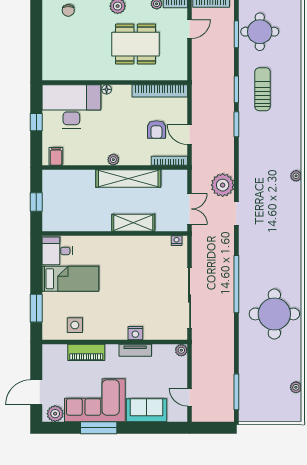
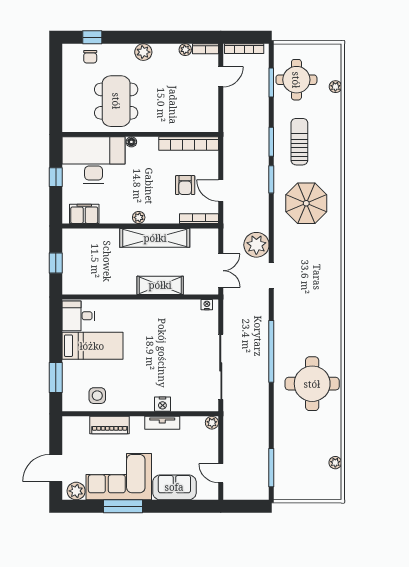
dining table: (136, 44) -> (116, 101), moved, turned 90
parasol: (269, 146) -> (306, 203), added
filing cabinet: (56, 156) -> (84, 214), width x2.00
plant: (296, 176) -> (335, 87), moved

